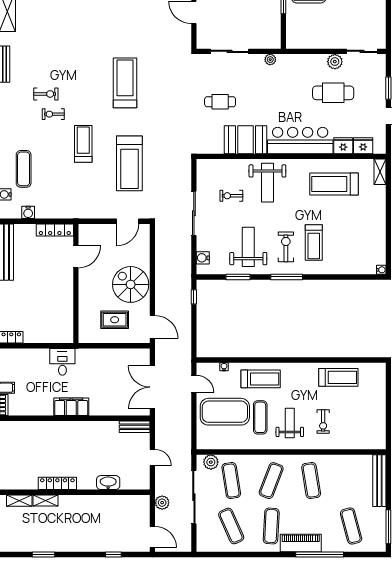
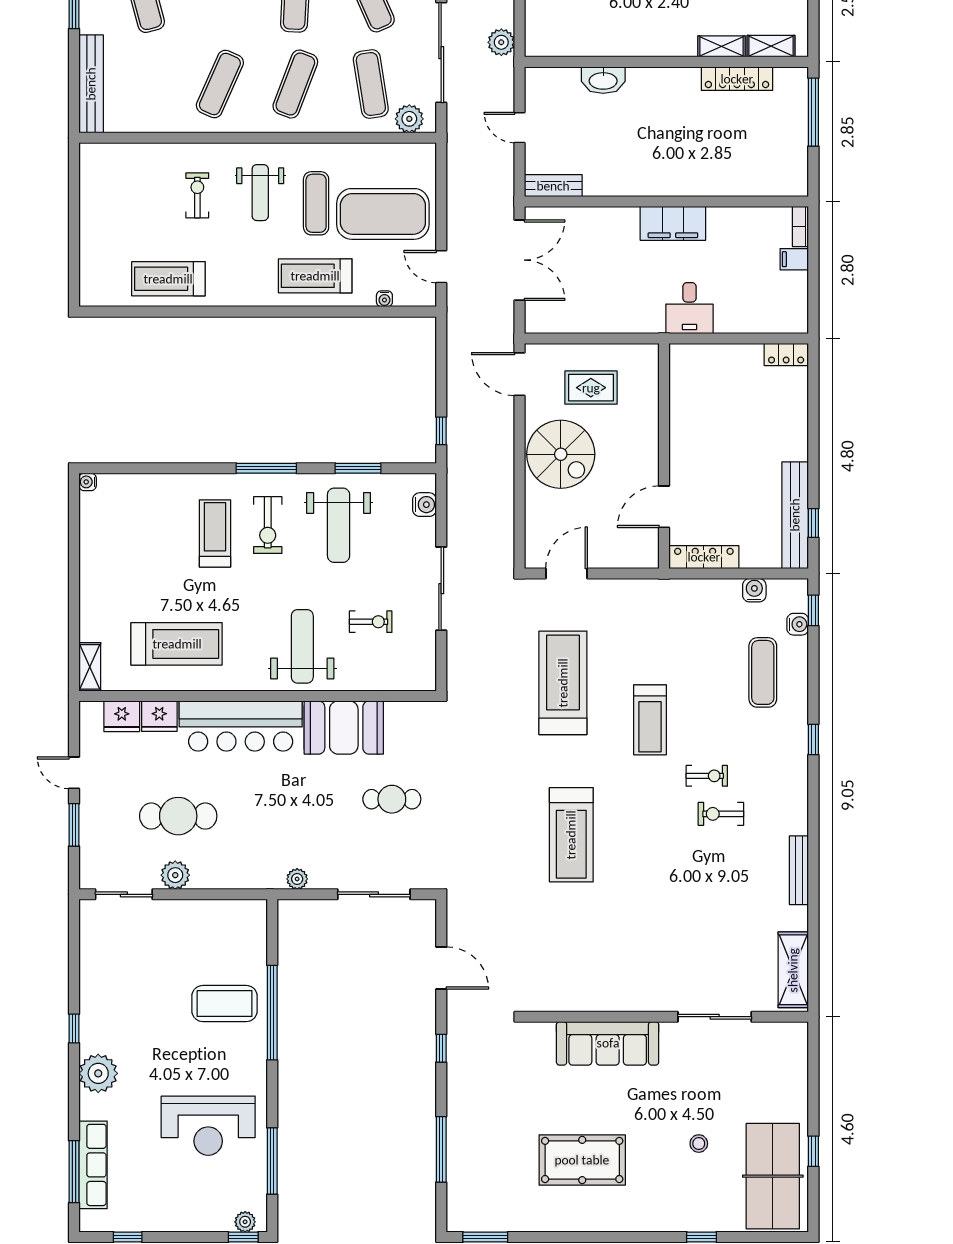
exercise mat: (311, 481) -> (220, 84), turned 33
locker: (57, 483) -> (737, 79), moved

